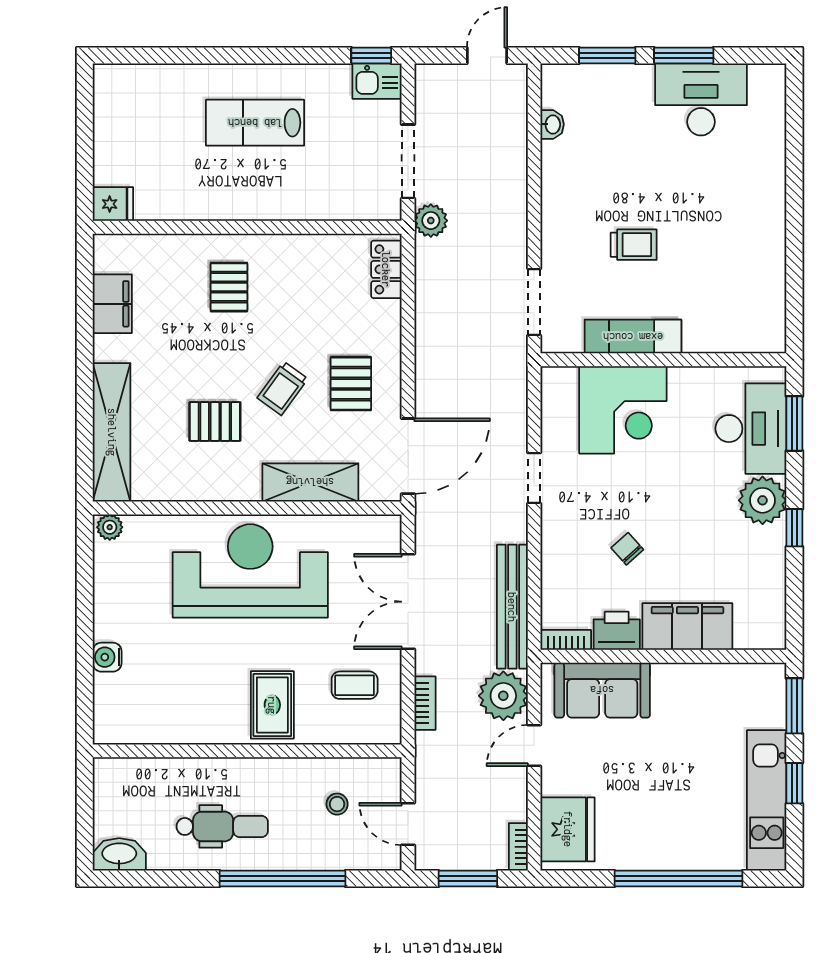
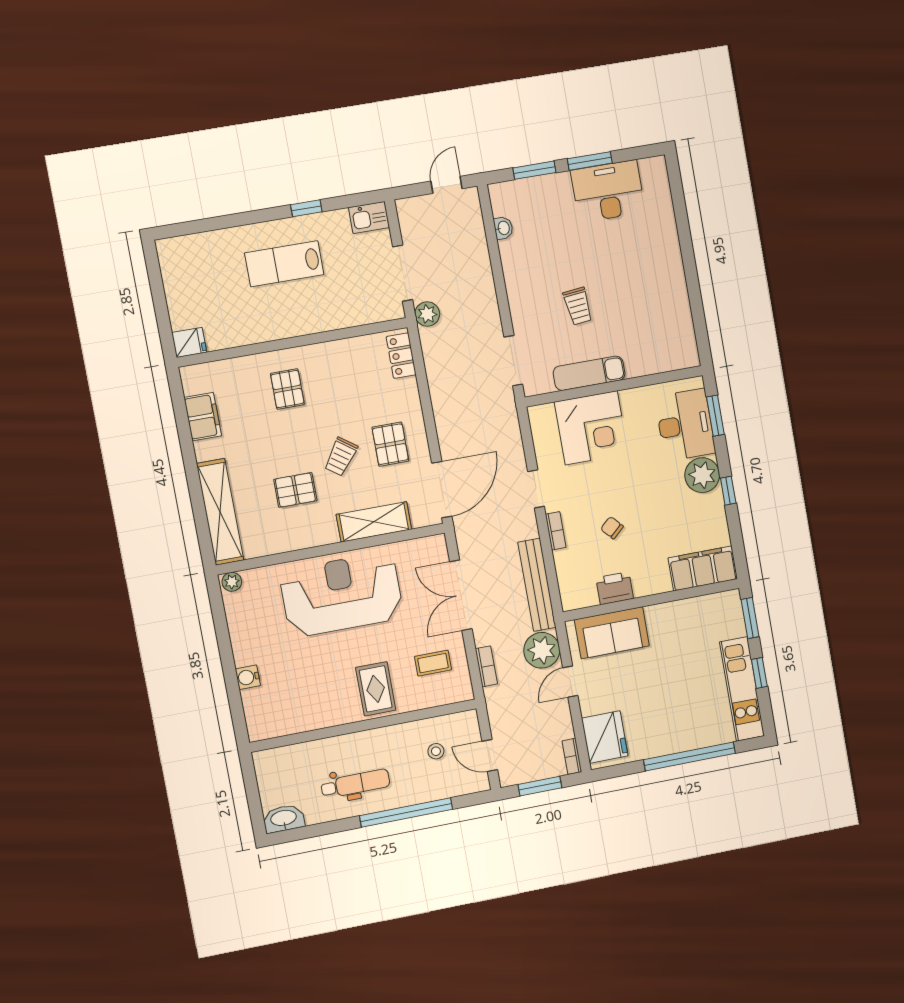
window: (371, 55) -> (306, 208), moved
trolley: (634, 245) -> (578, 306), turned 84
filing cabinet: (687, 627) -> (703, 568), moved
bookcase: (566, 640) -> (556, 531), moved, turned 90

